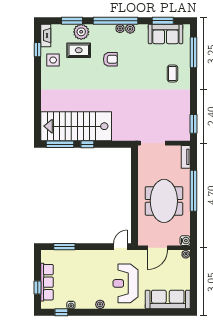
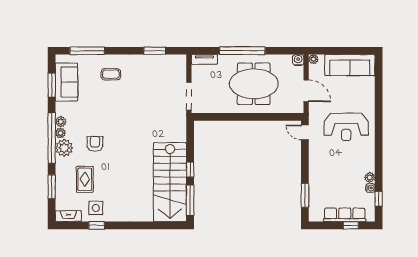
plant: (81, 32) -> (64, 148), moved
window: (38, 50) -> (97, 225), moved
window: (193, 124) -> (155, 51), moved
sofa: (168, 300) -> (350, 65), moved, turned -90
plant: (100, 304) -> (370, 177), moved

